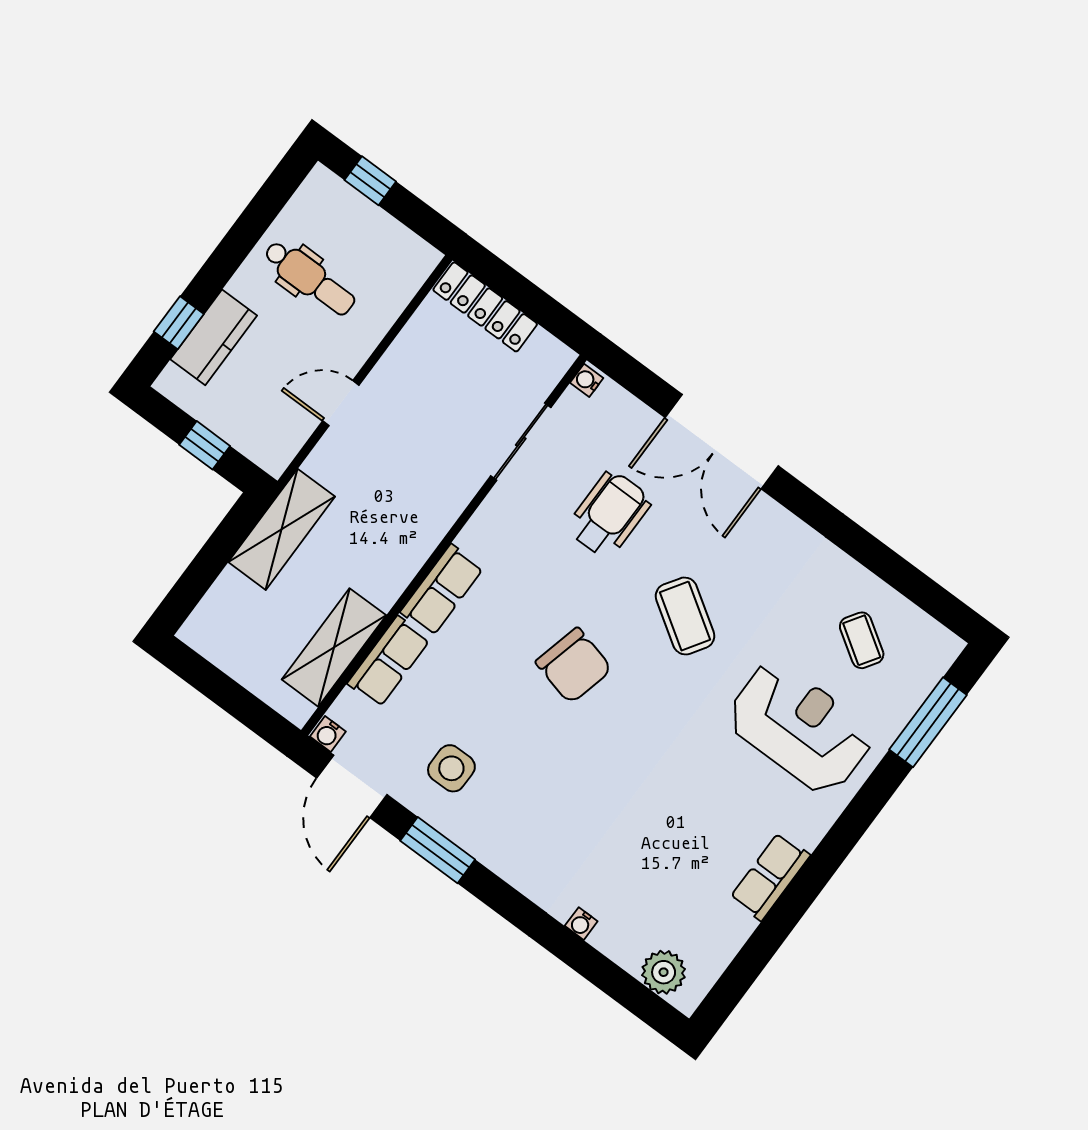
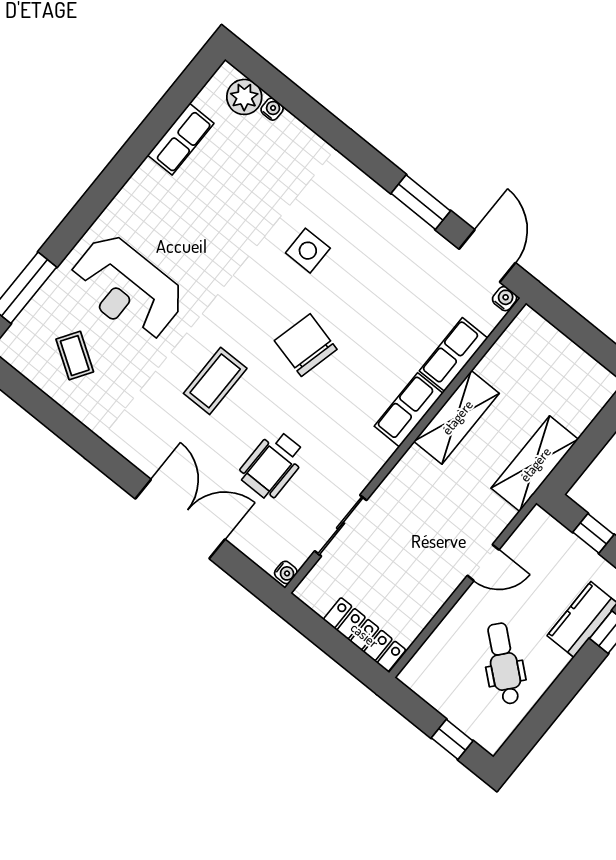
dental chair: (310, 278) -> (504, 664), turned 40
coffee table: (685, 616) -> (215, 381), turned 57
shelving: (334, 647) -> (457, 417), moved
side table: (451, 768) -> (308, 251), moved
row of seats: (770, 877) -> (181, 139), moved
water cooler: (581, 924) -> (272, 109), moved

